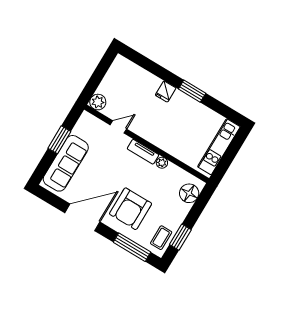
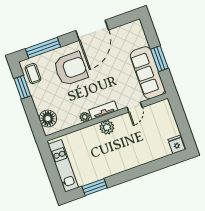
window: (192, 91) -> (95, 187), moved
fridge: (166, 92) -> (176, 145), moved
plant: (98, 102) -> (107, 127), moved
sofa: (66, 163) -> (148, 73), moved
armchair: (131, 209) -> (71, 69), turned 90

